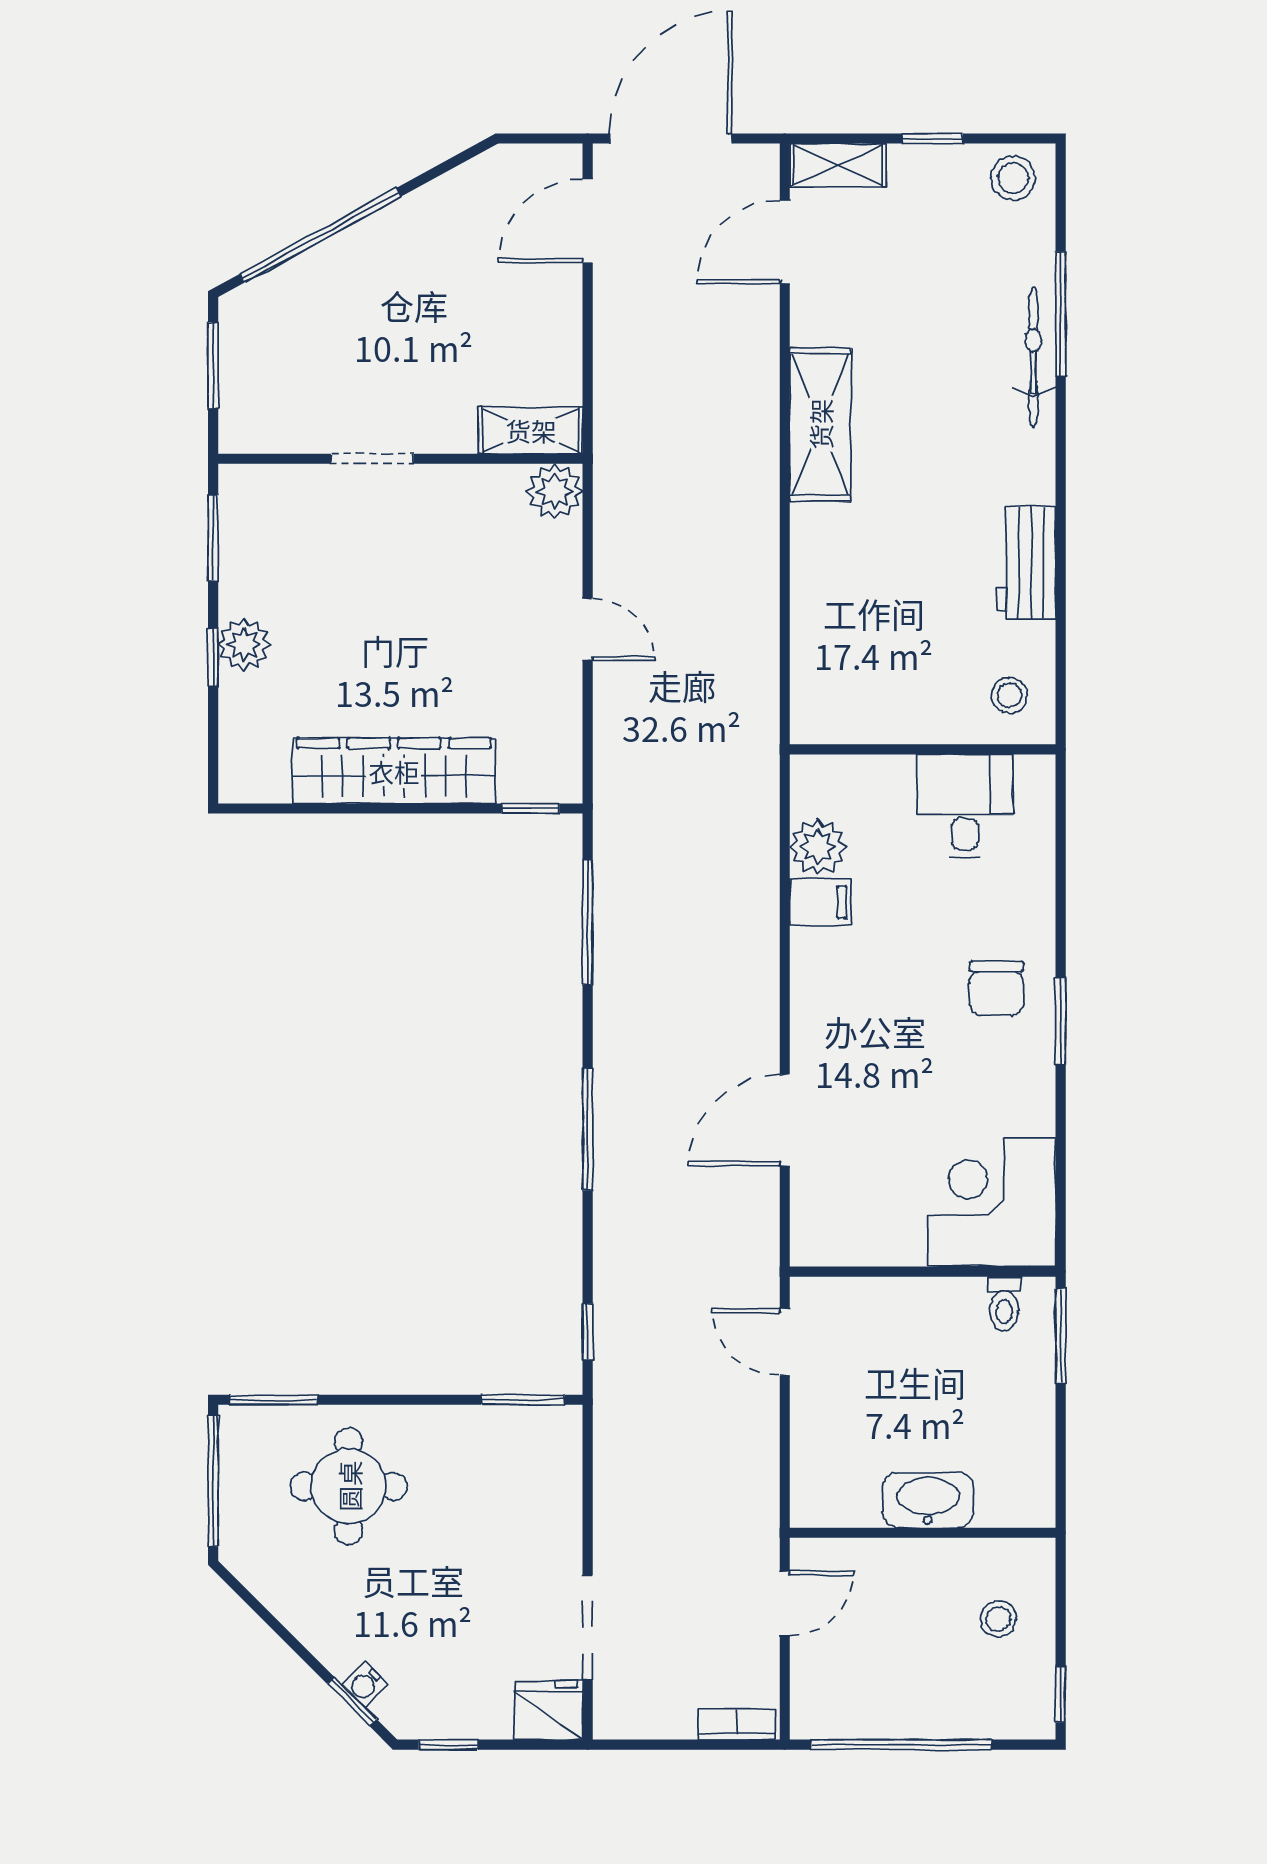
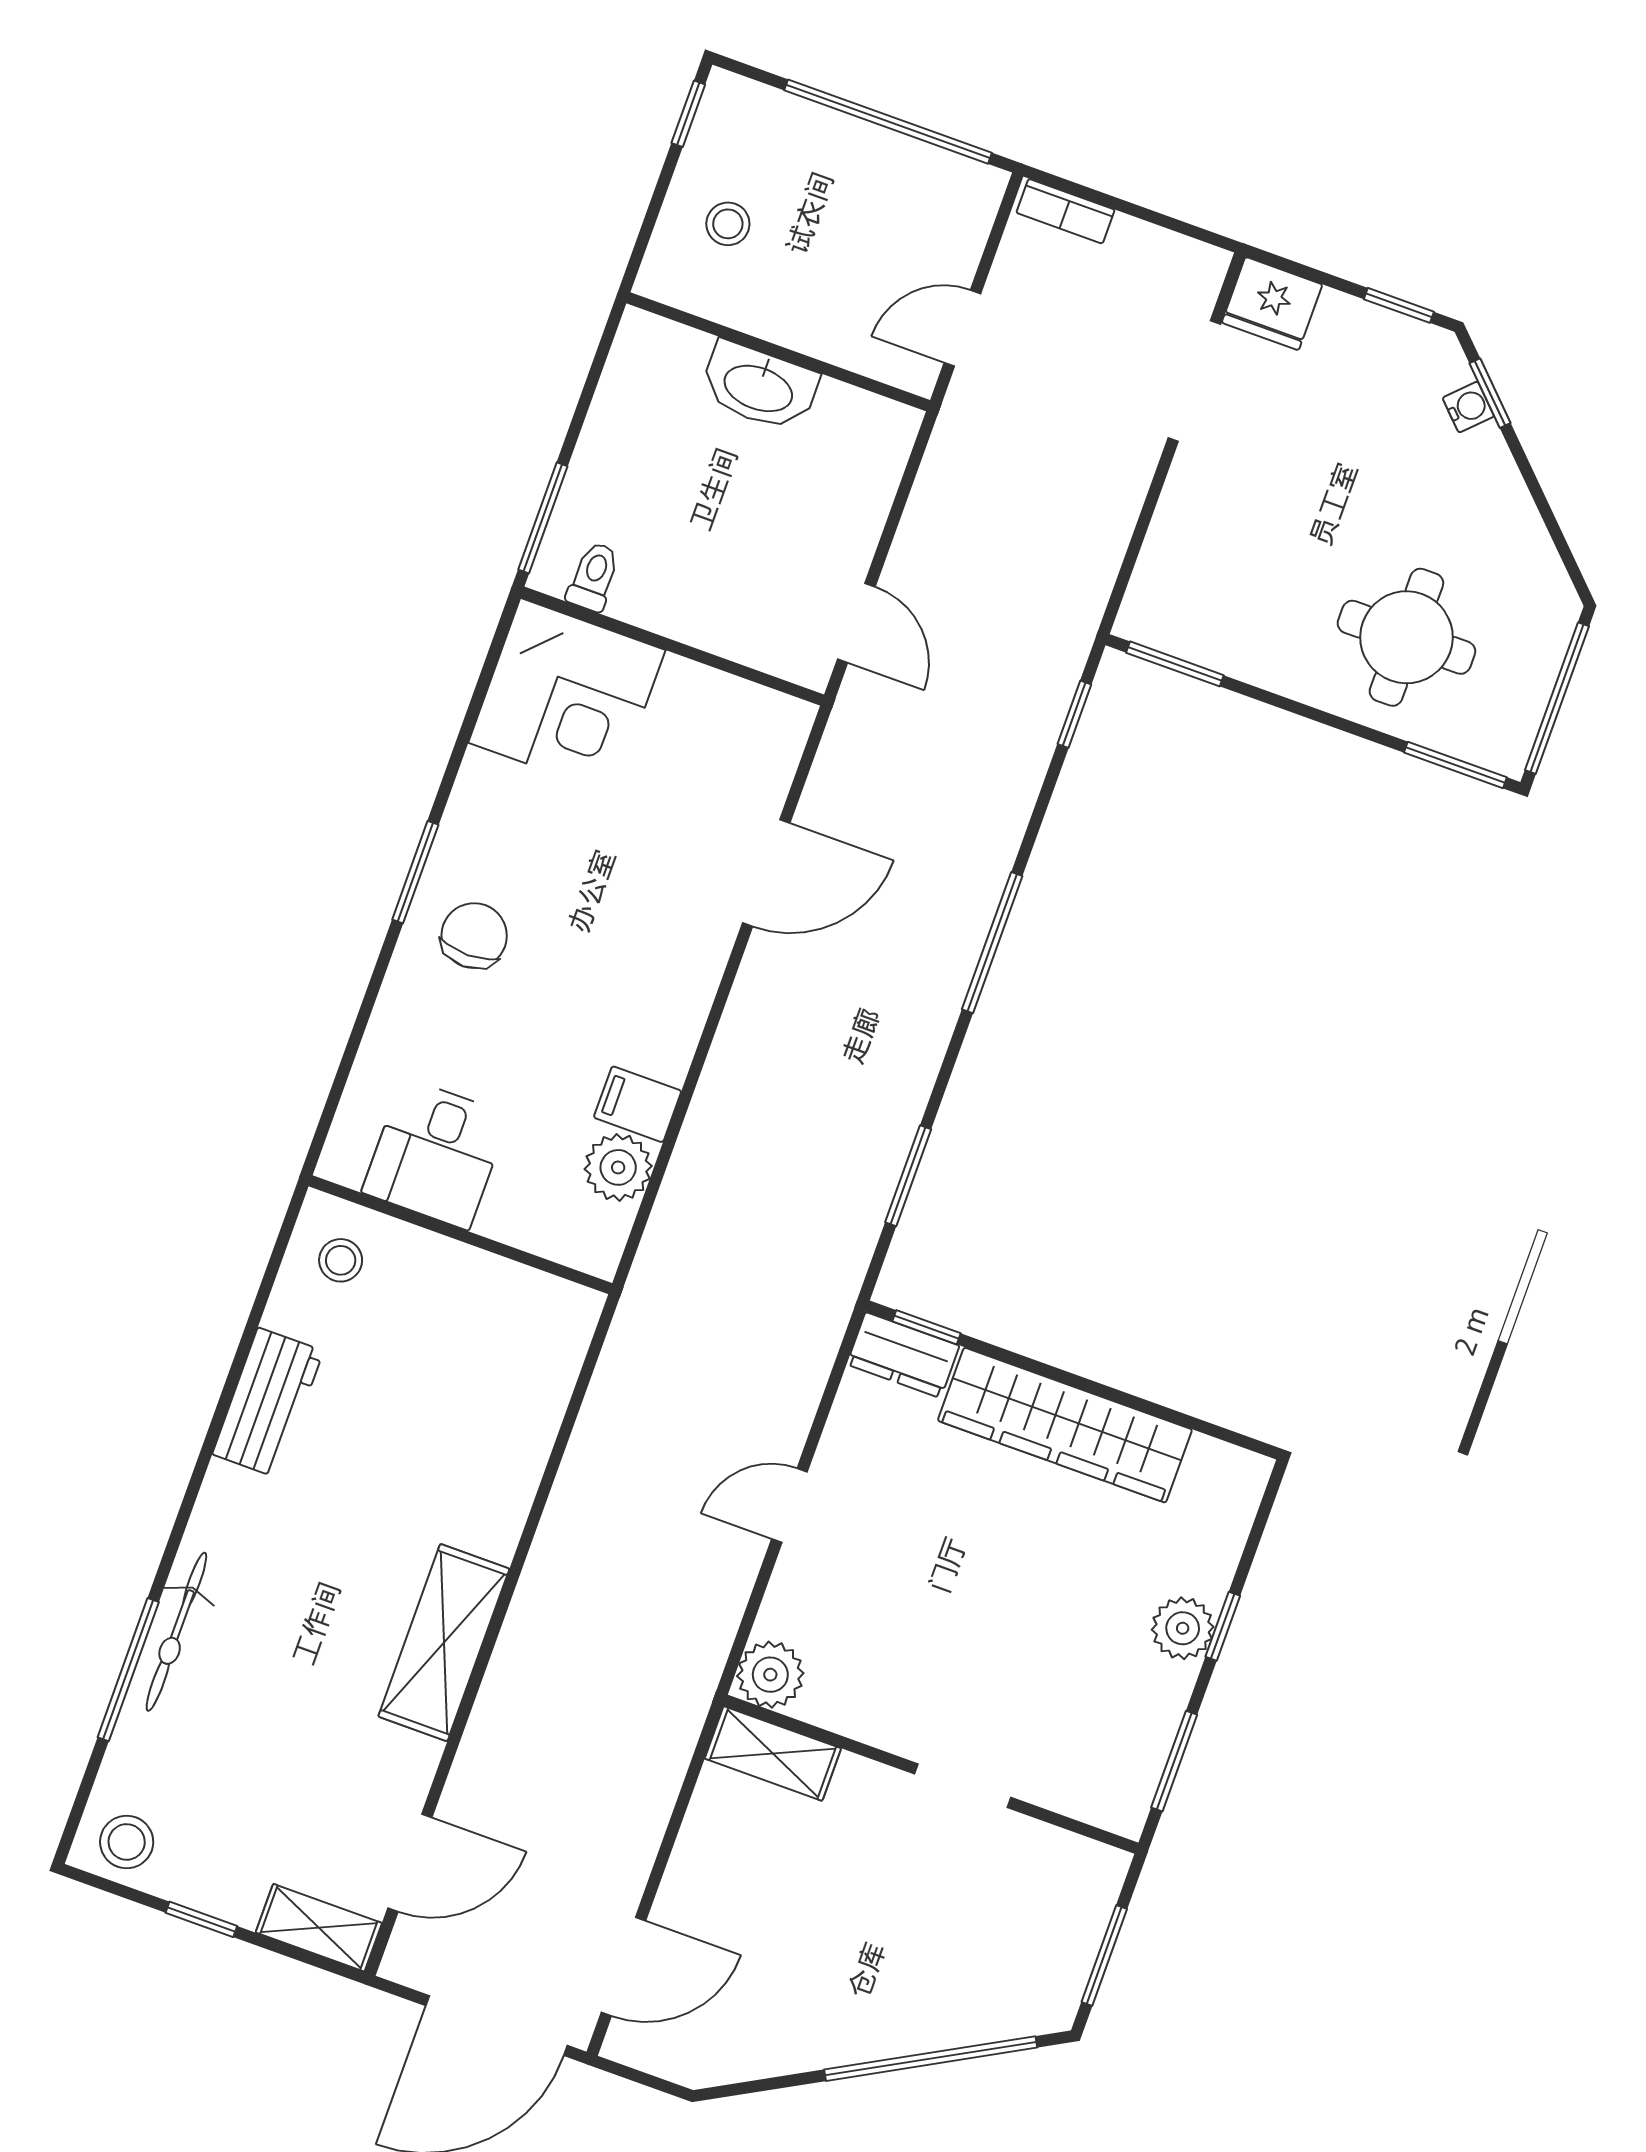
door: (588, 630) -> (789, 1505), hinge flipped
dresser: (541, 780) -> (903, 1355), added
window: (588, 922) -> (908, 1176), width x0.69

